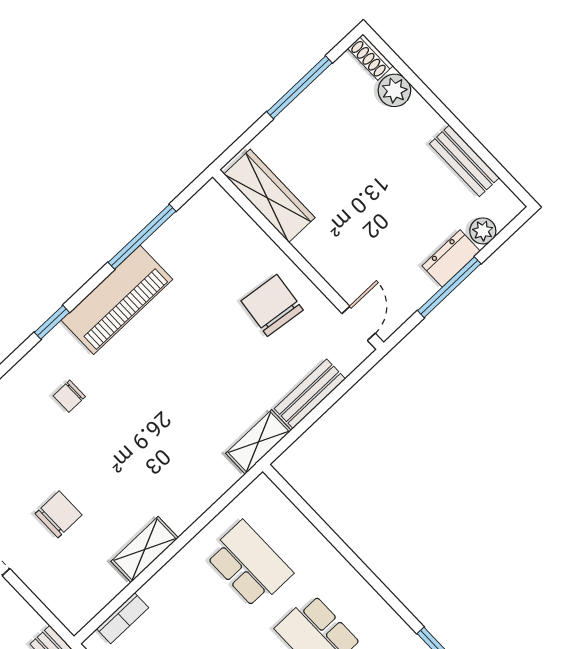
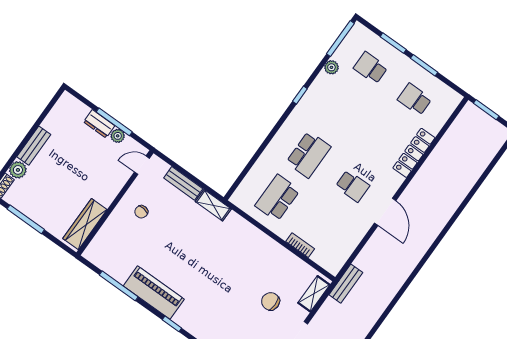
bench: (464, 161) -> (34, 146), moved
plant: (483, 231) -> (118, 136), moved
chair: (272, 305) -> (141, 212), width x0.54, depth x0.54
chair: (69, 396) -> (208, 308), removed
shelving: (145, 549) -> (314, 294), moved, turned 90
bookcase: (123, 618) -> (300, 245), moved

